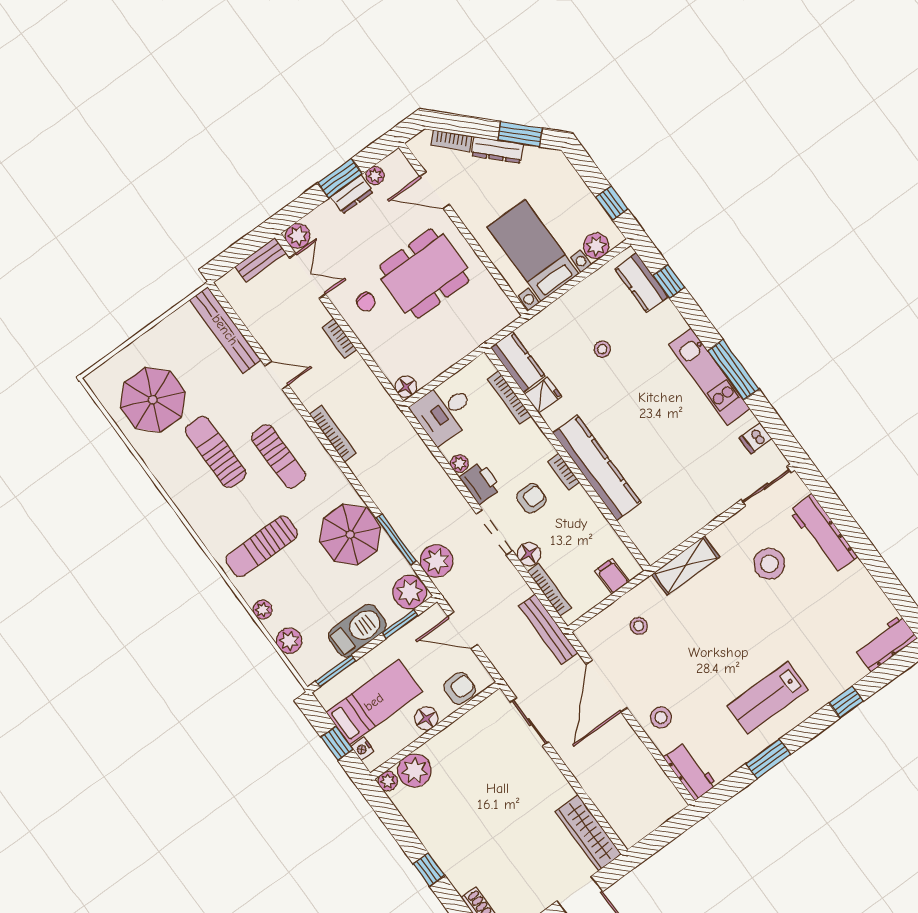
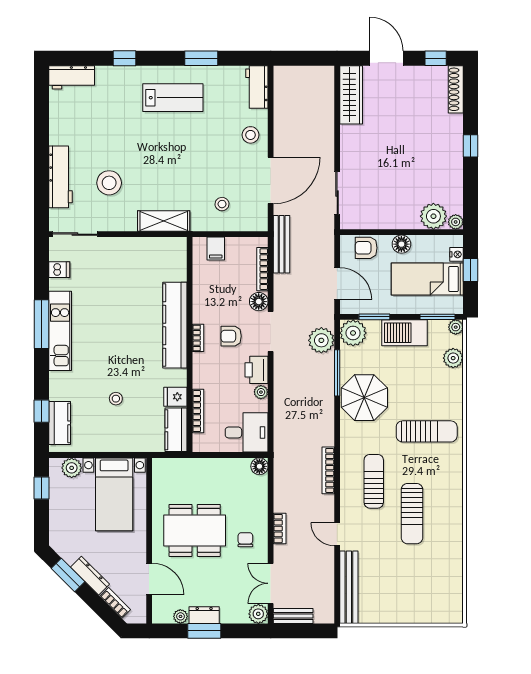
parasol: (153, 400) -> (428, 577), removed
plant: (263, 610) -> (456, 327), moved

